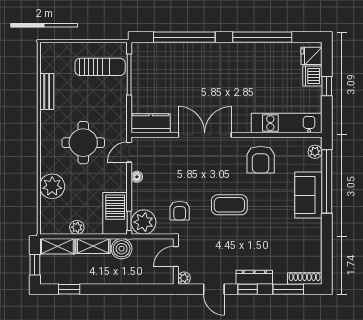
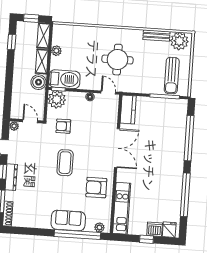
plant: (52, 186) -> (179, 41), moved

